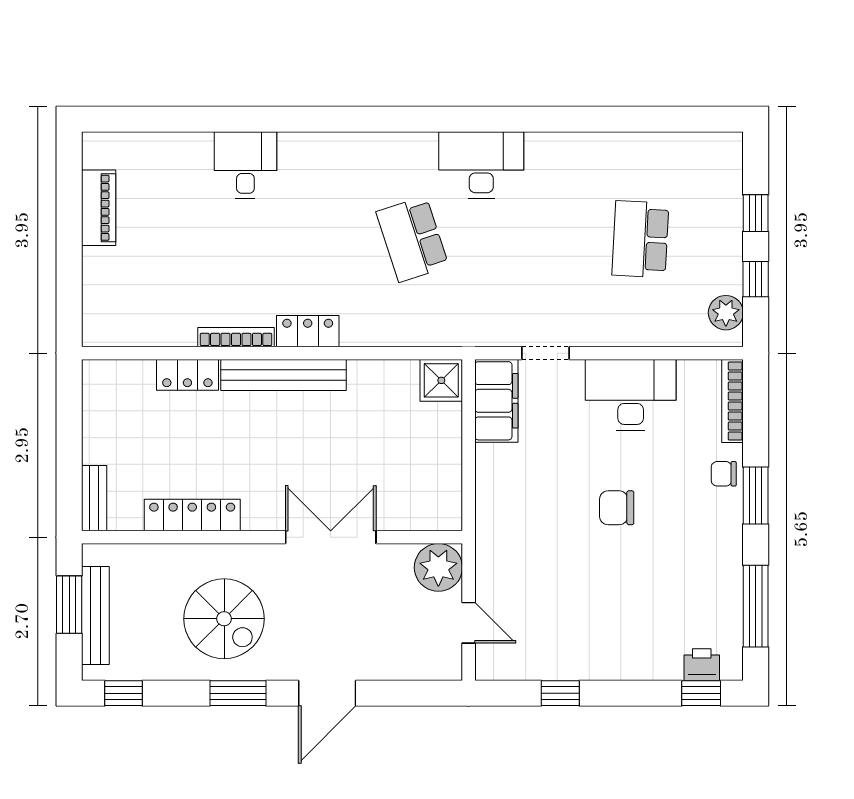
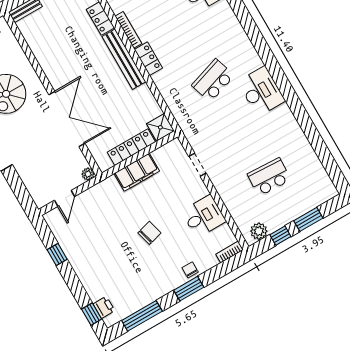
window: (756, 213) -> (308, 219), width x1.50
desk: (631, 395) -> (204, 216), width x0.73
filing cabinet: (496, 401) -> (137, 172), moved
bookcase: (733, 401) -> (229, 252), width x0.64
chair: (617, 508) -> (149, 233), turned 75
locker: (192, 515) -> (131, 147), moved, turned -90
double door: (331, 537) -> (67, 119), width x1.36
plant: (438, 567) -> (88, 174), width x0.53, depth x0.53

